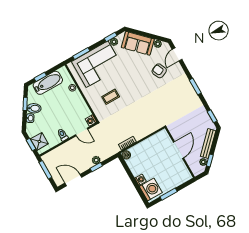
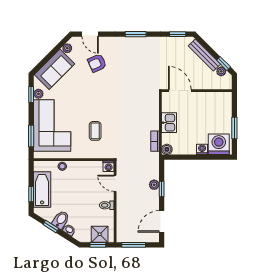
door: (82, 132) -> (115, 183), swing flipped
kitchen sink: (146, 146) -> (169, 123), added
door: (179, 150) -> (180, 91), moved

